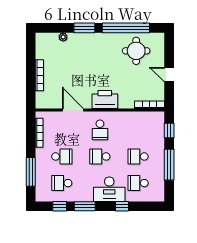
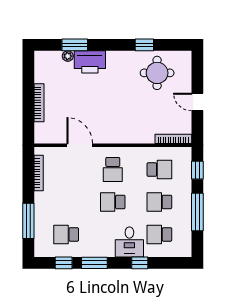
window: (84, 28) -> (75, 45), moved
window: (126, 28) -> (144, 45), width x0.32
printer: (105, 99) -> (90, 62), moved, turned 180
school desk: (62, 156) -> (159, 170), moved
desk: (109, 189) -> (129, 242), width x0.73

